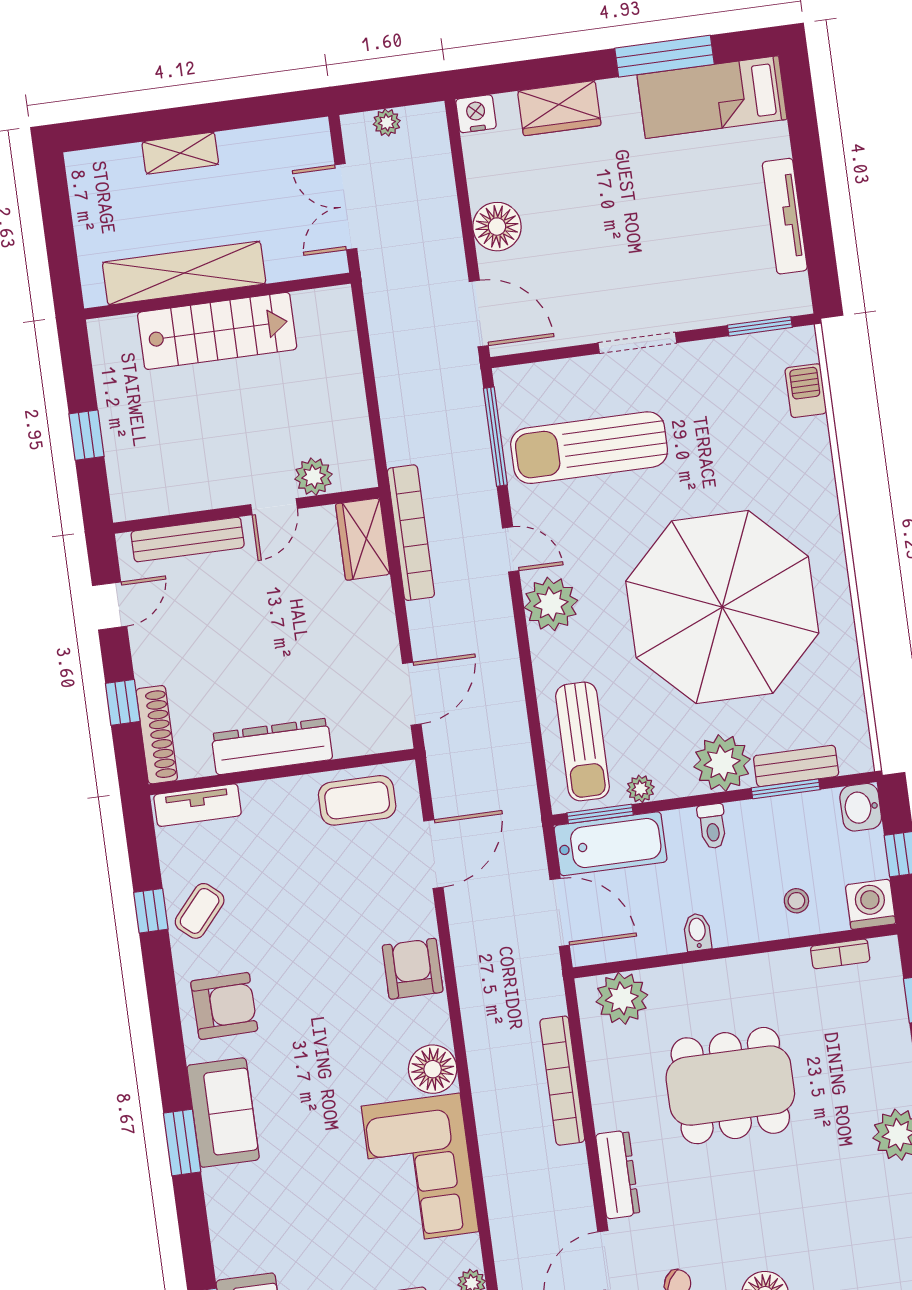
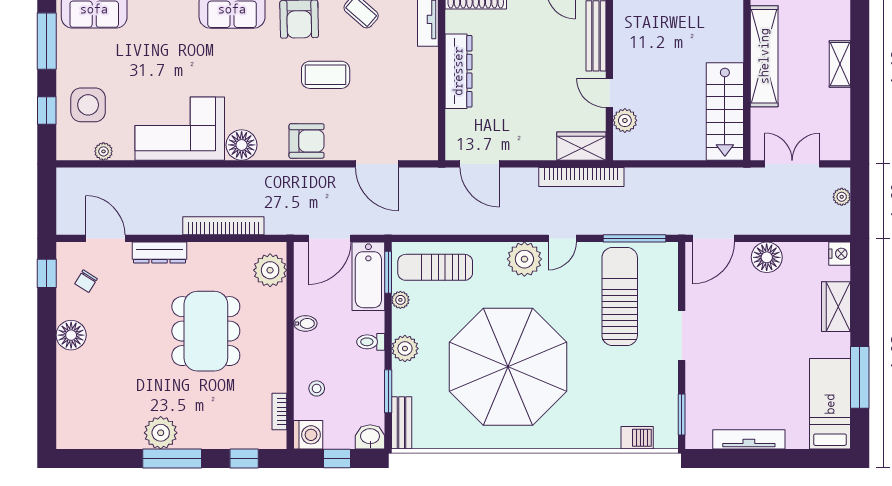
stairs: (217, 331) -> (725, 112), moved
plant: (722, 763) -> (405, 349), width x0.73, depth x0.73
bench: (796, 766) -> (402, 423), moved
coffee table: (357, 800) -> (326, 75), moved, turned 90

